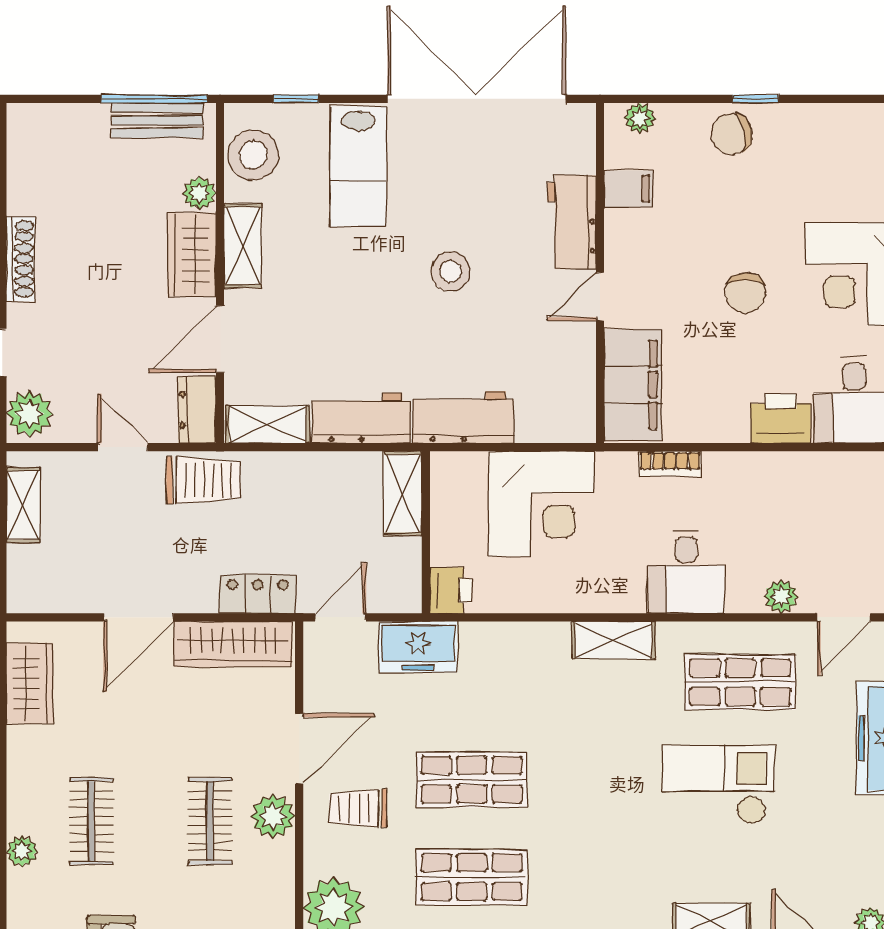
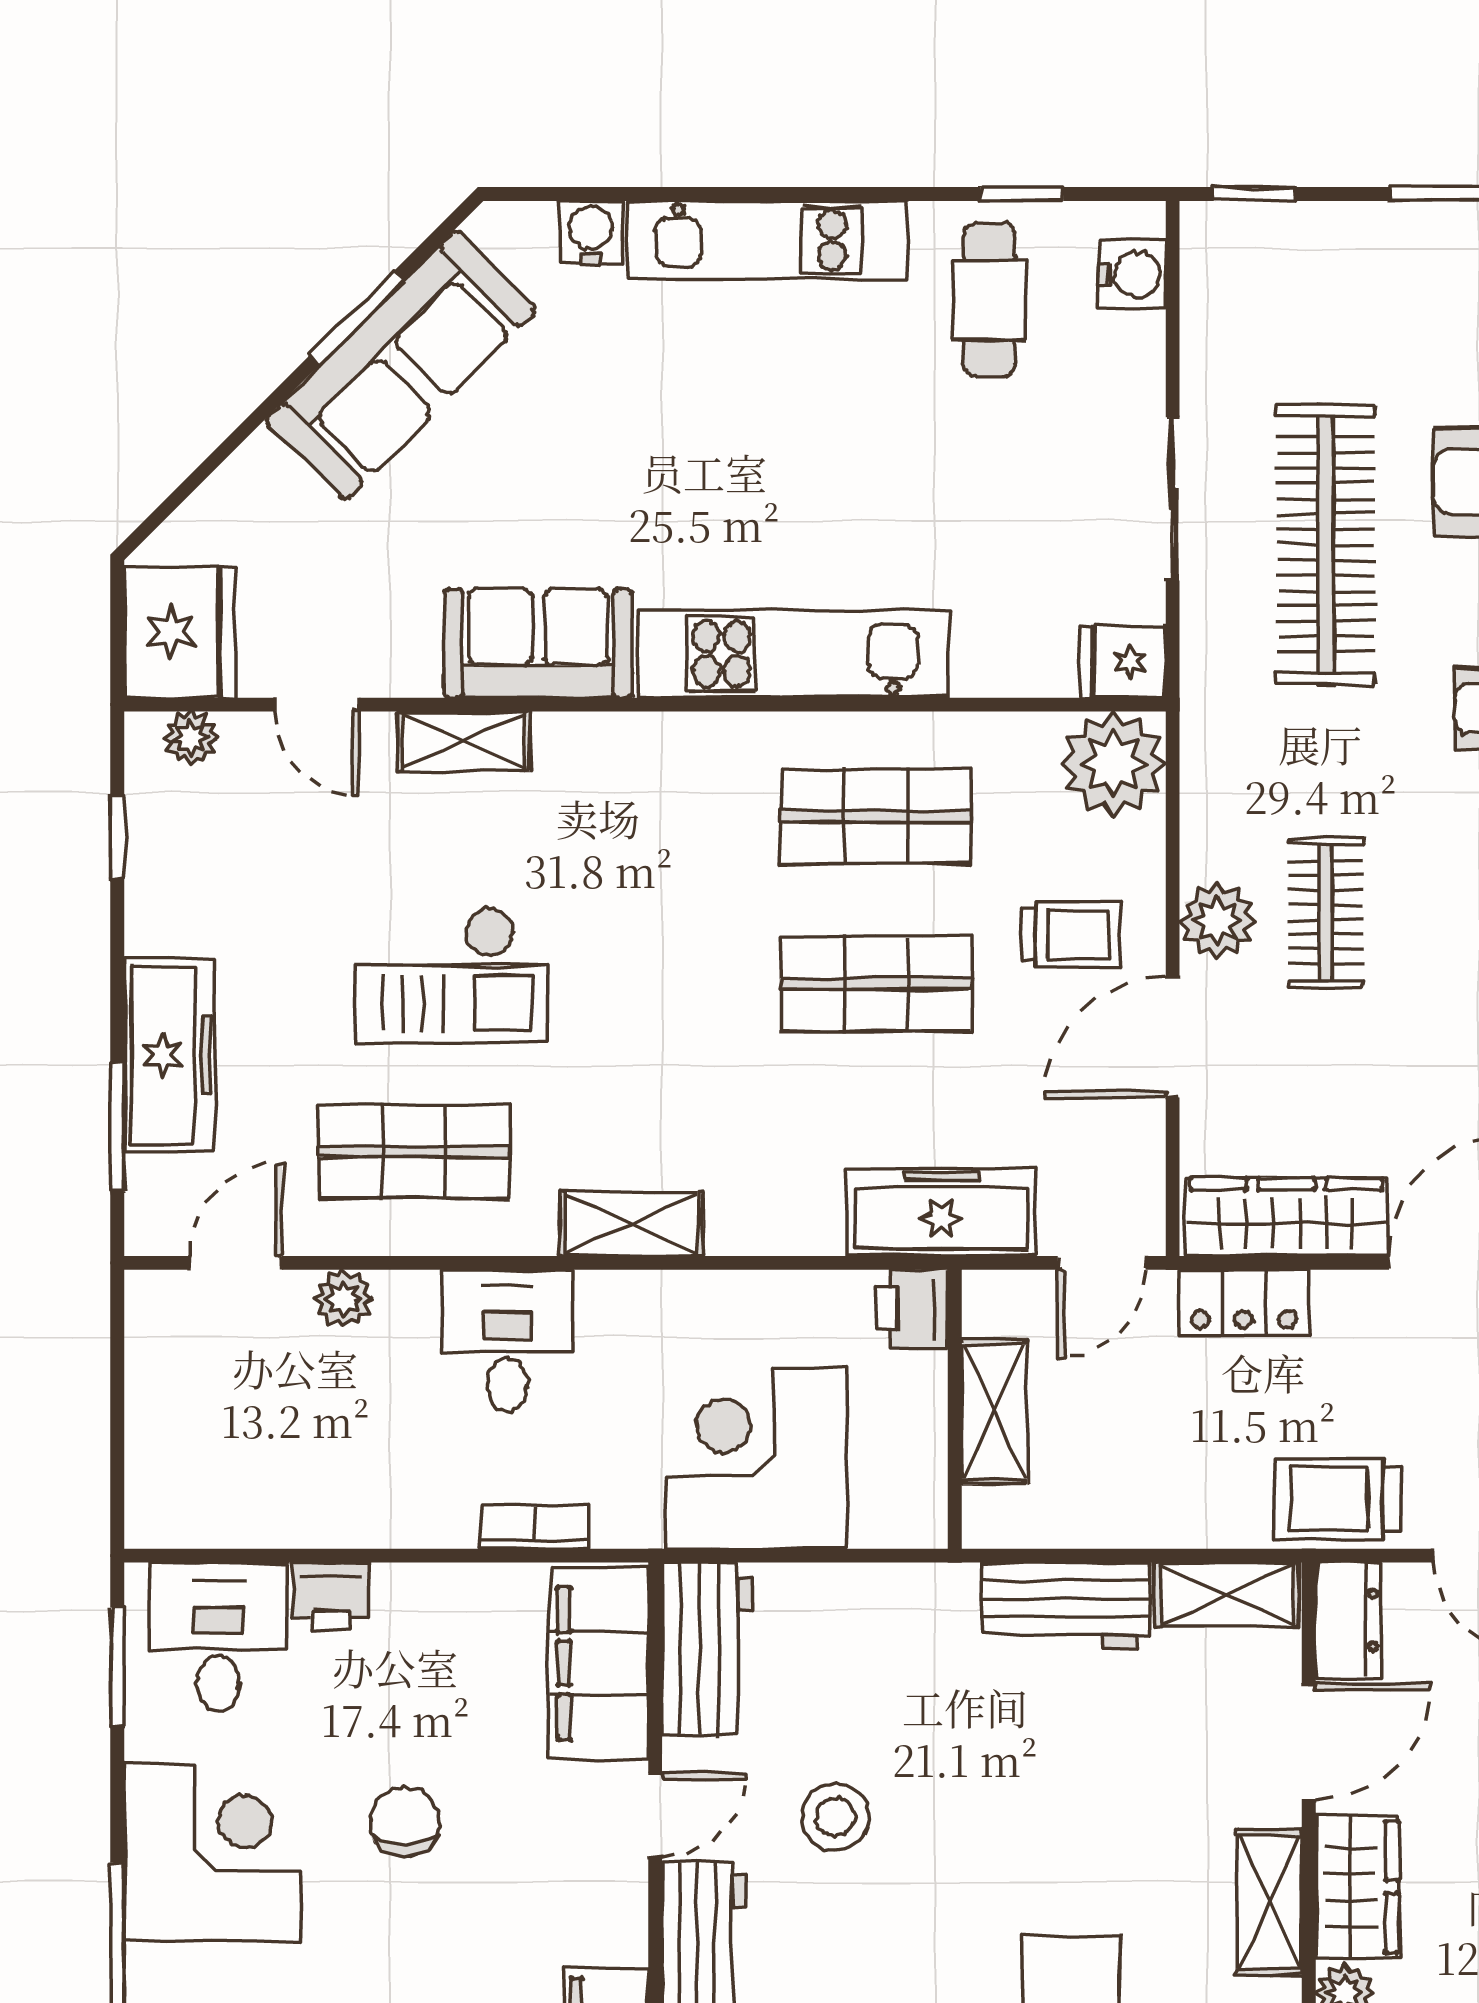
stool: (451, 271) -> (835, 1817), moved
workbench: (463, 417) -> (707, 1649), moved, turned -90
printer: (781, 419) -> (331, 1597), width x0.73, depth x0.81
shelving: (403, 493) -> (994, 1412), moved
freezer: (418, 647) -> (941, 1212), width x1.40

